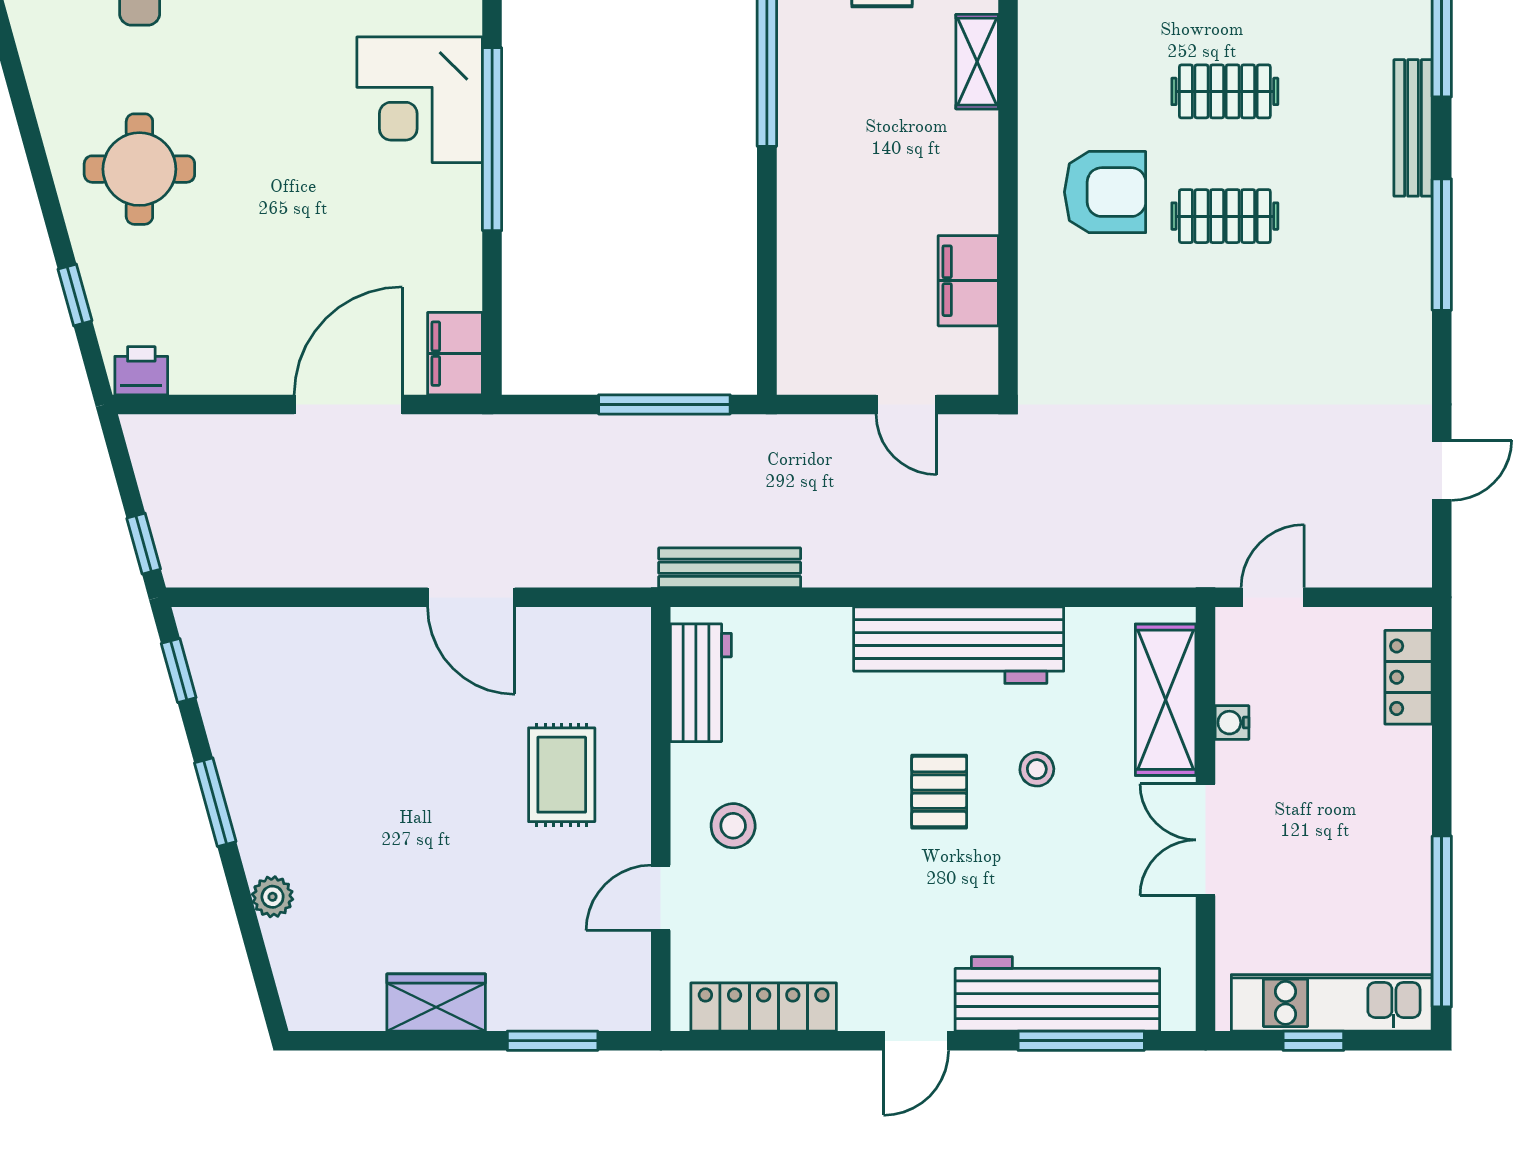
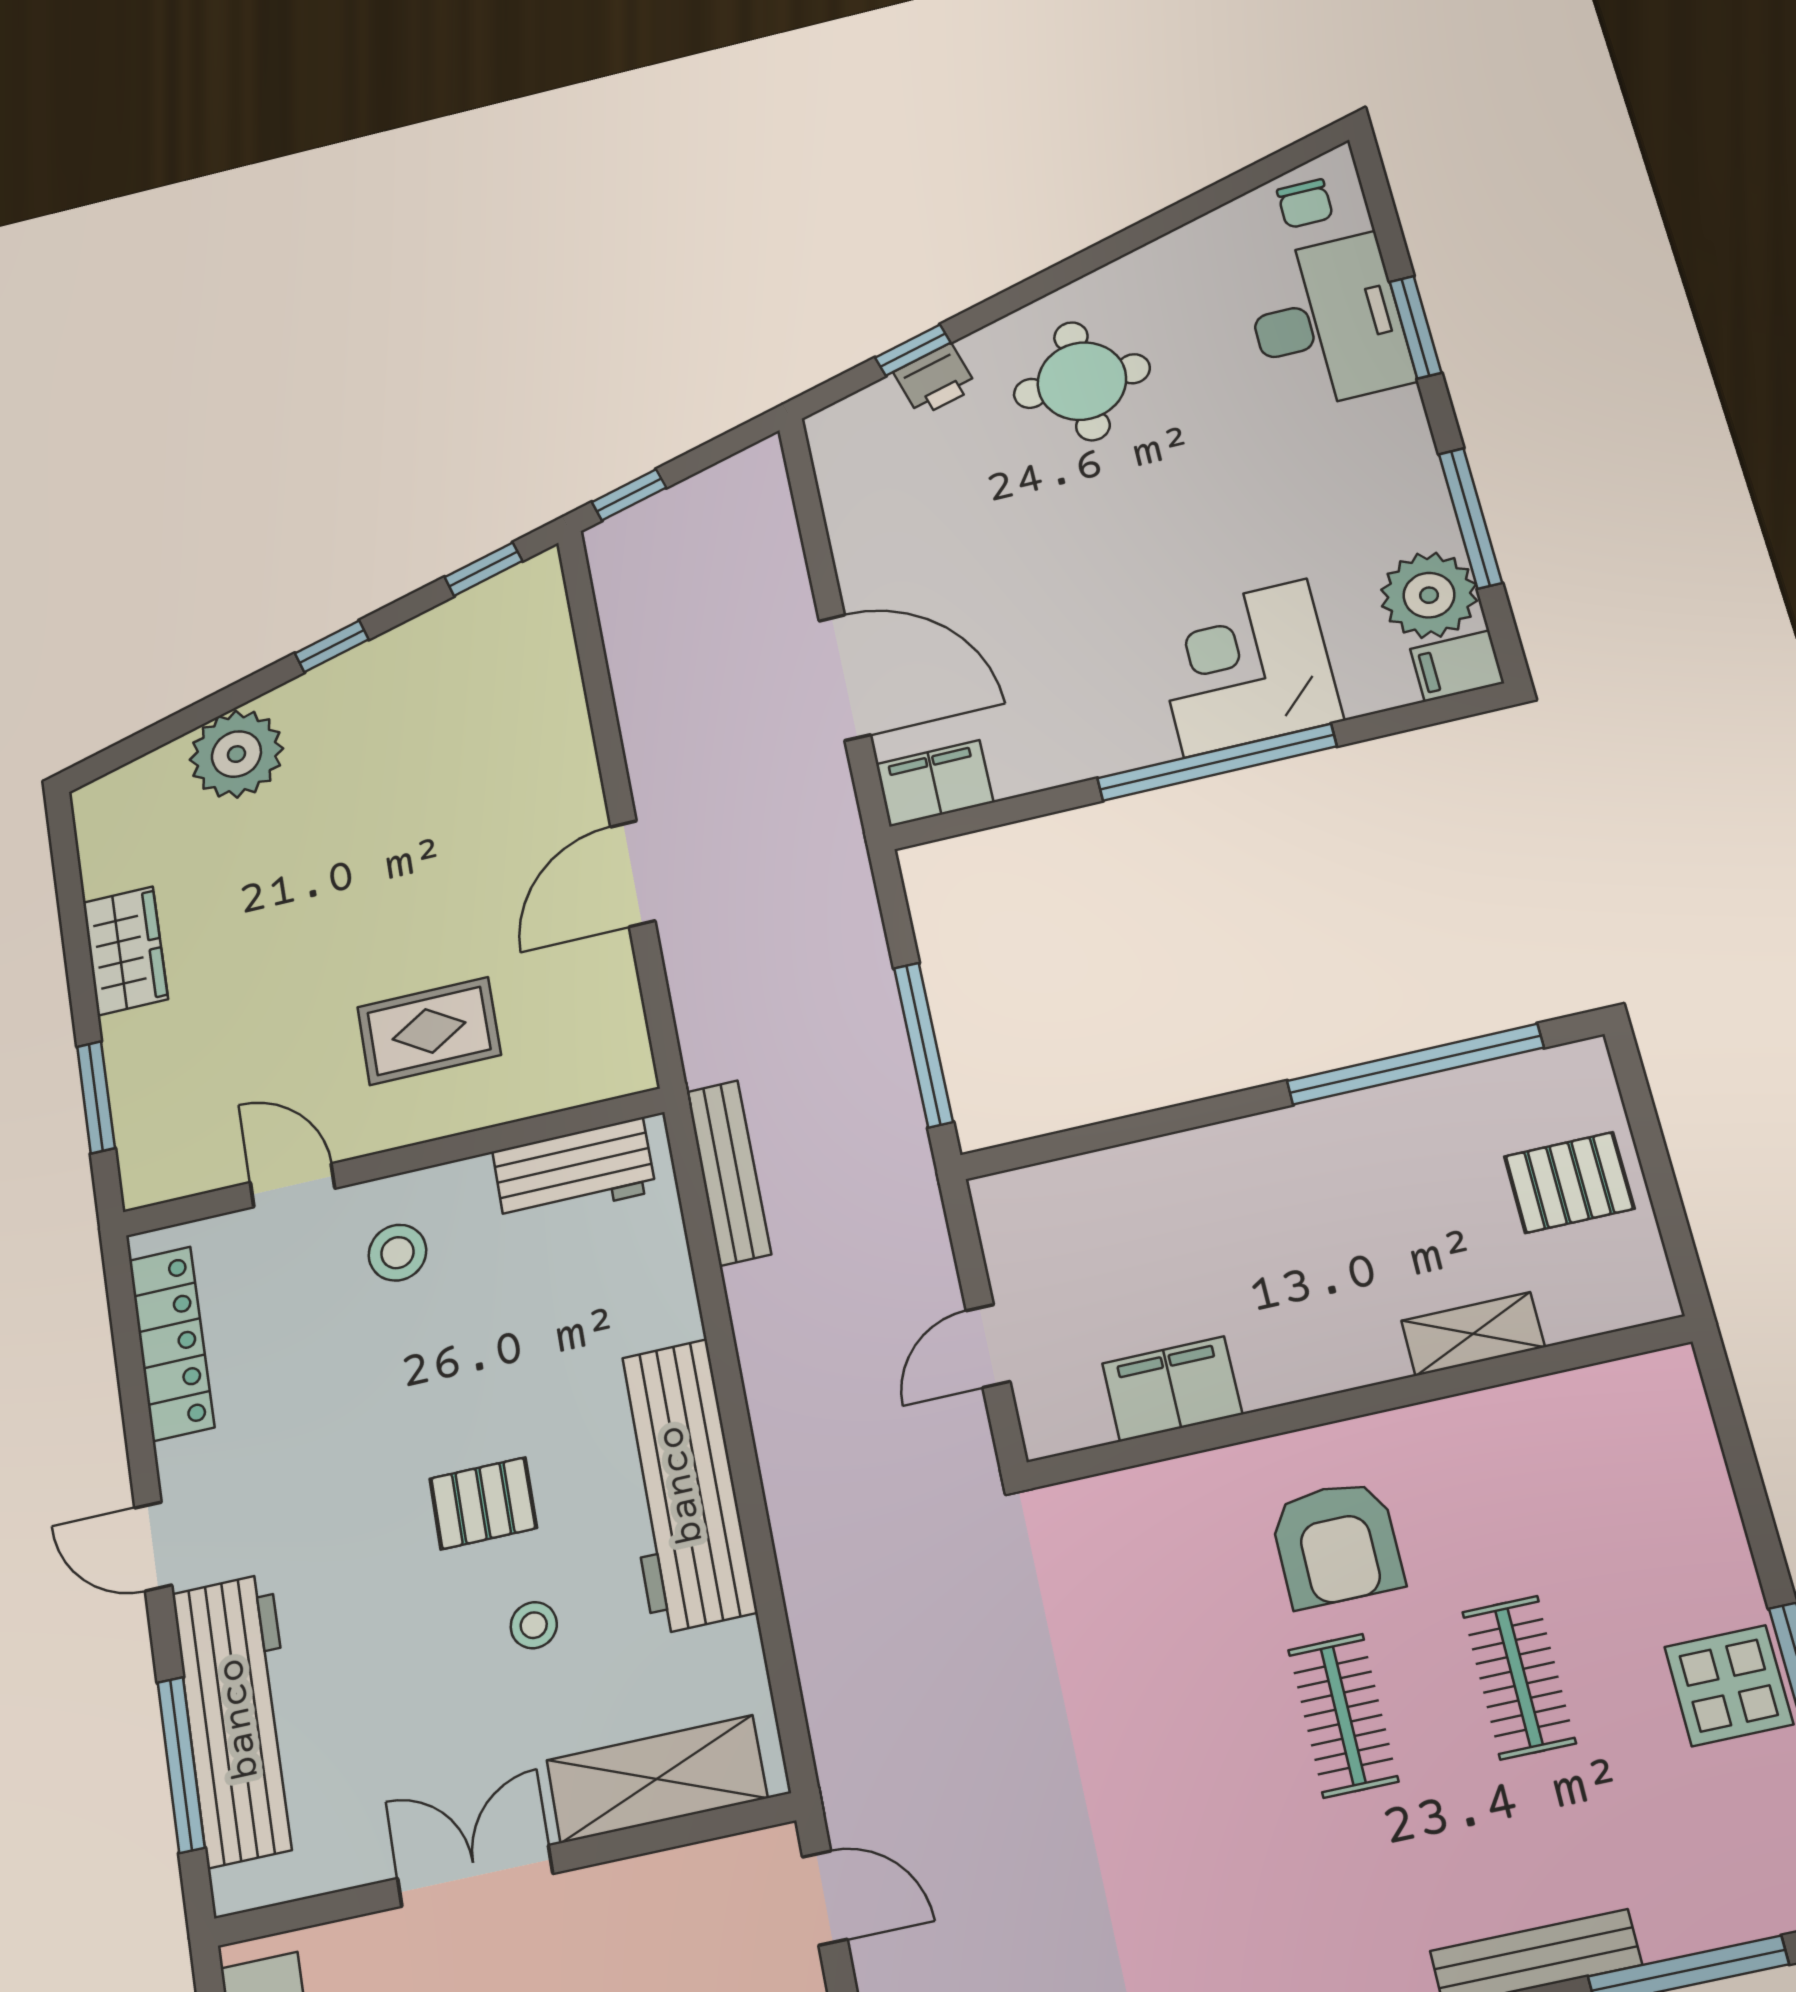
printer: (141, 371) -> (935, 380), moved, turned 75
water cooler: (1232, 723) -> (641, 1878), removed
window: (215, 802) -> (332, 646), width x0.67
plant: (273, 897) -> (236, 754), width x1.88, depth x1.88

